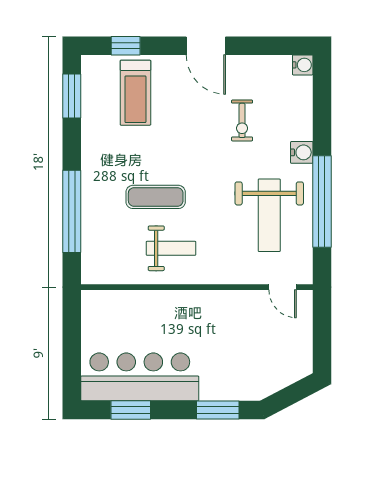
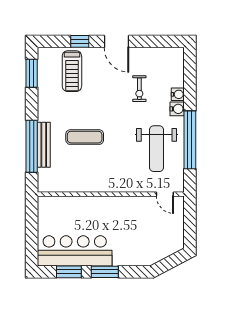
window: (126, 46) -> (80, 41), moved
water cooler: (303, 65) -> (178, 94), moved
bench: (91, 209) -> (44, 145), added
weight bench: (171, 248) -> (94, 170), removed
window: (218, 410) -> (105, 272), moved

